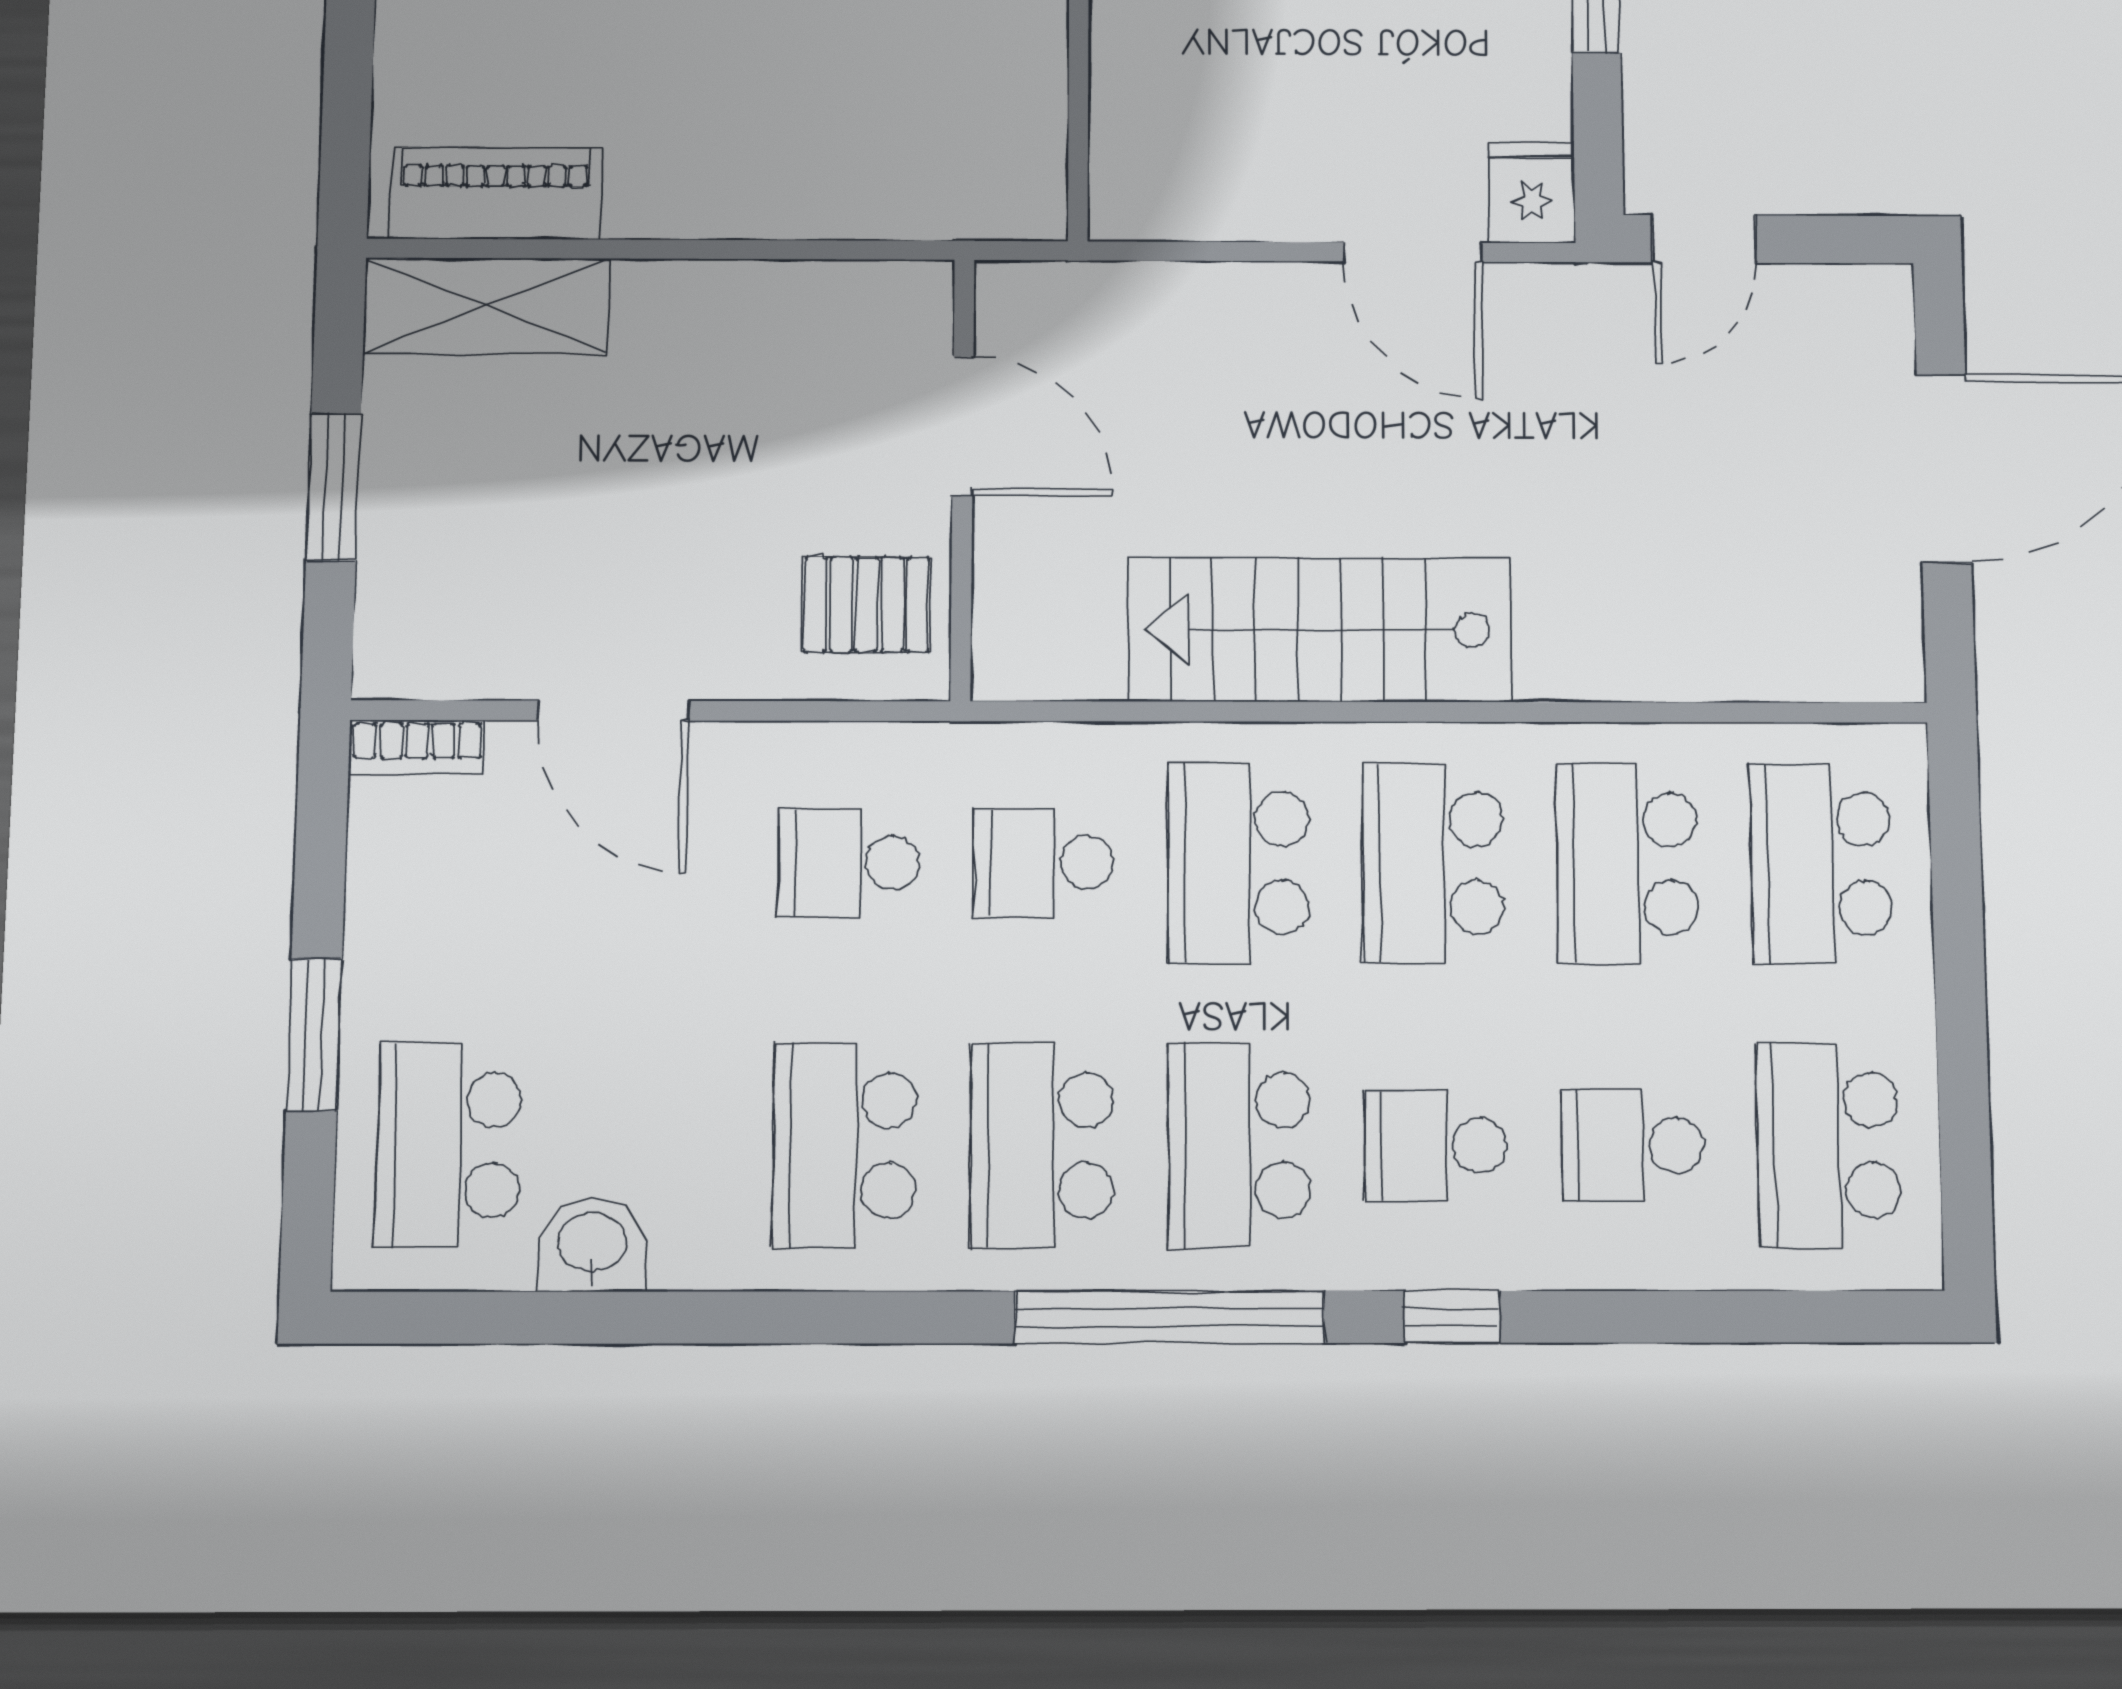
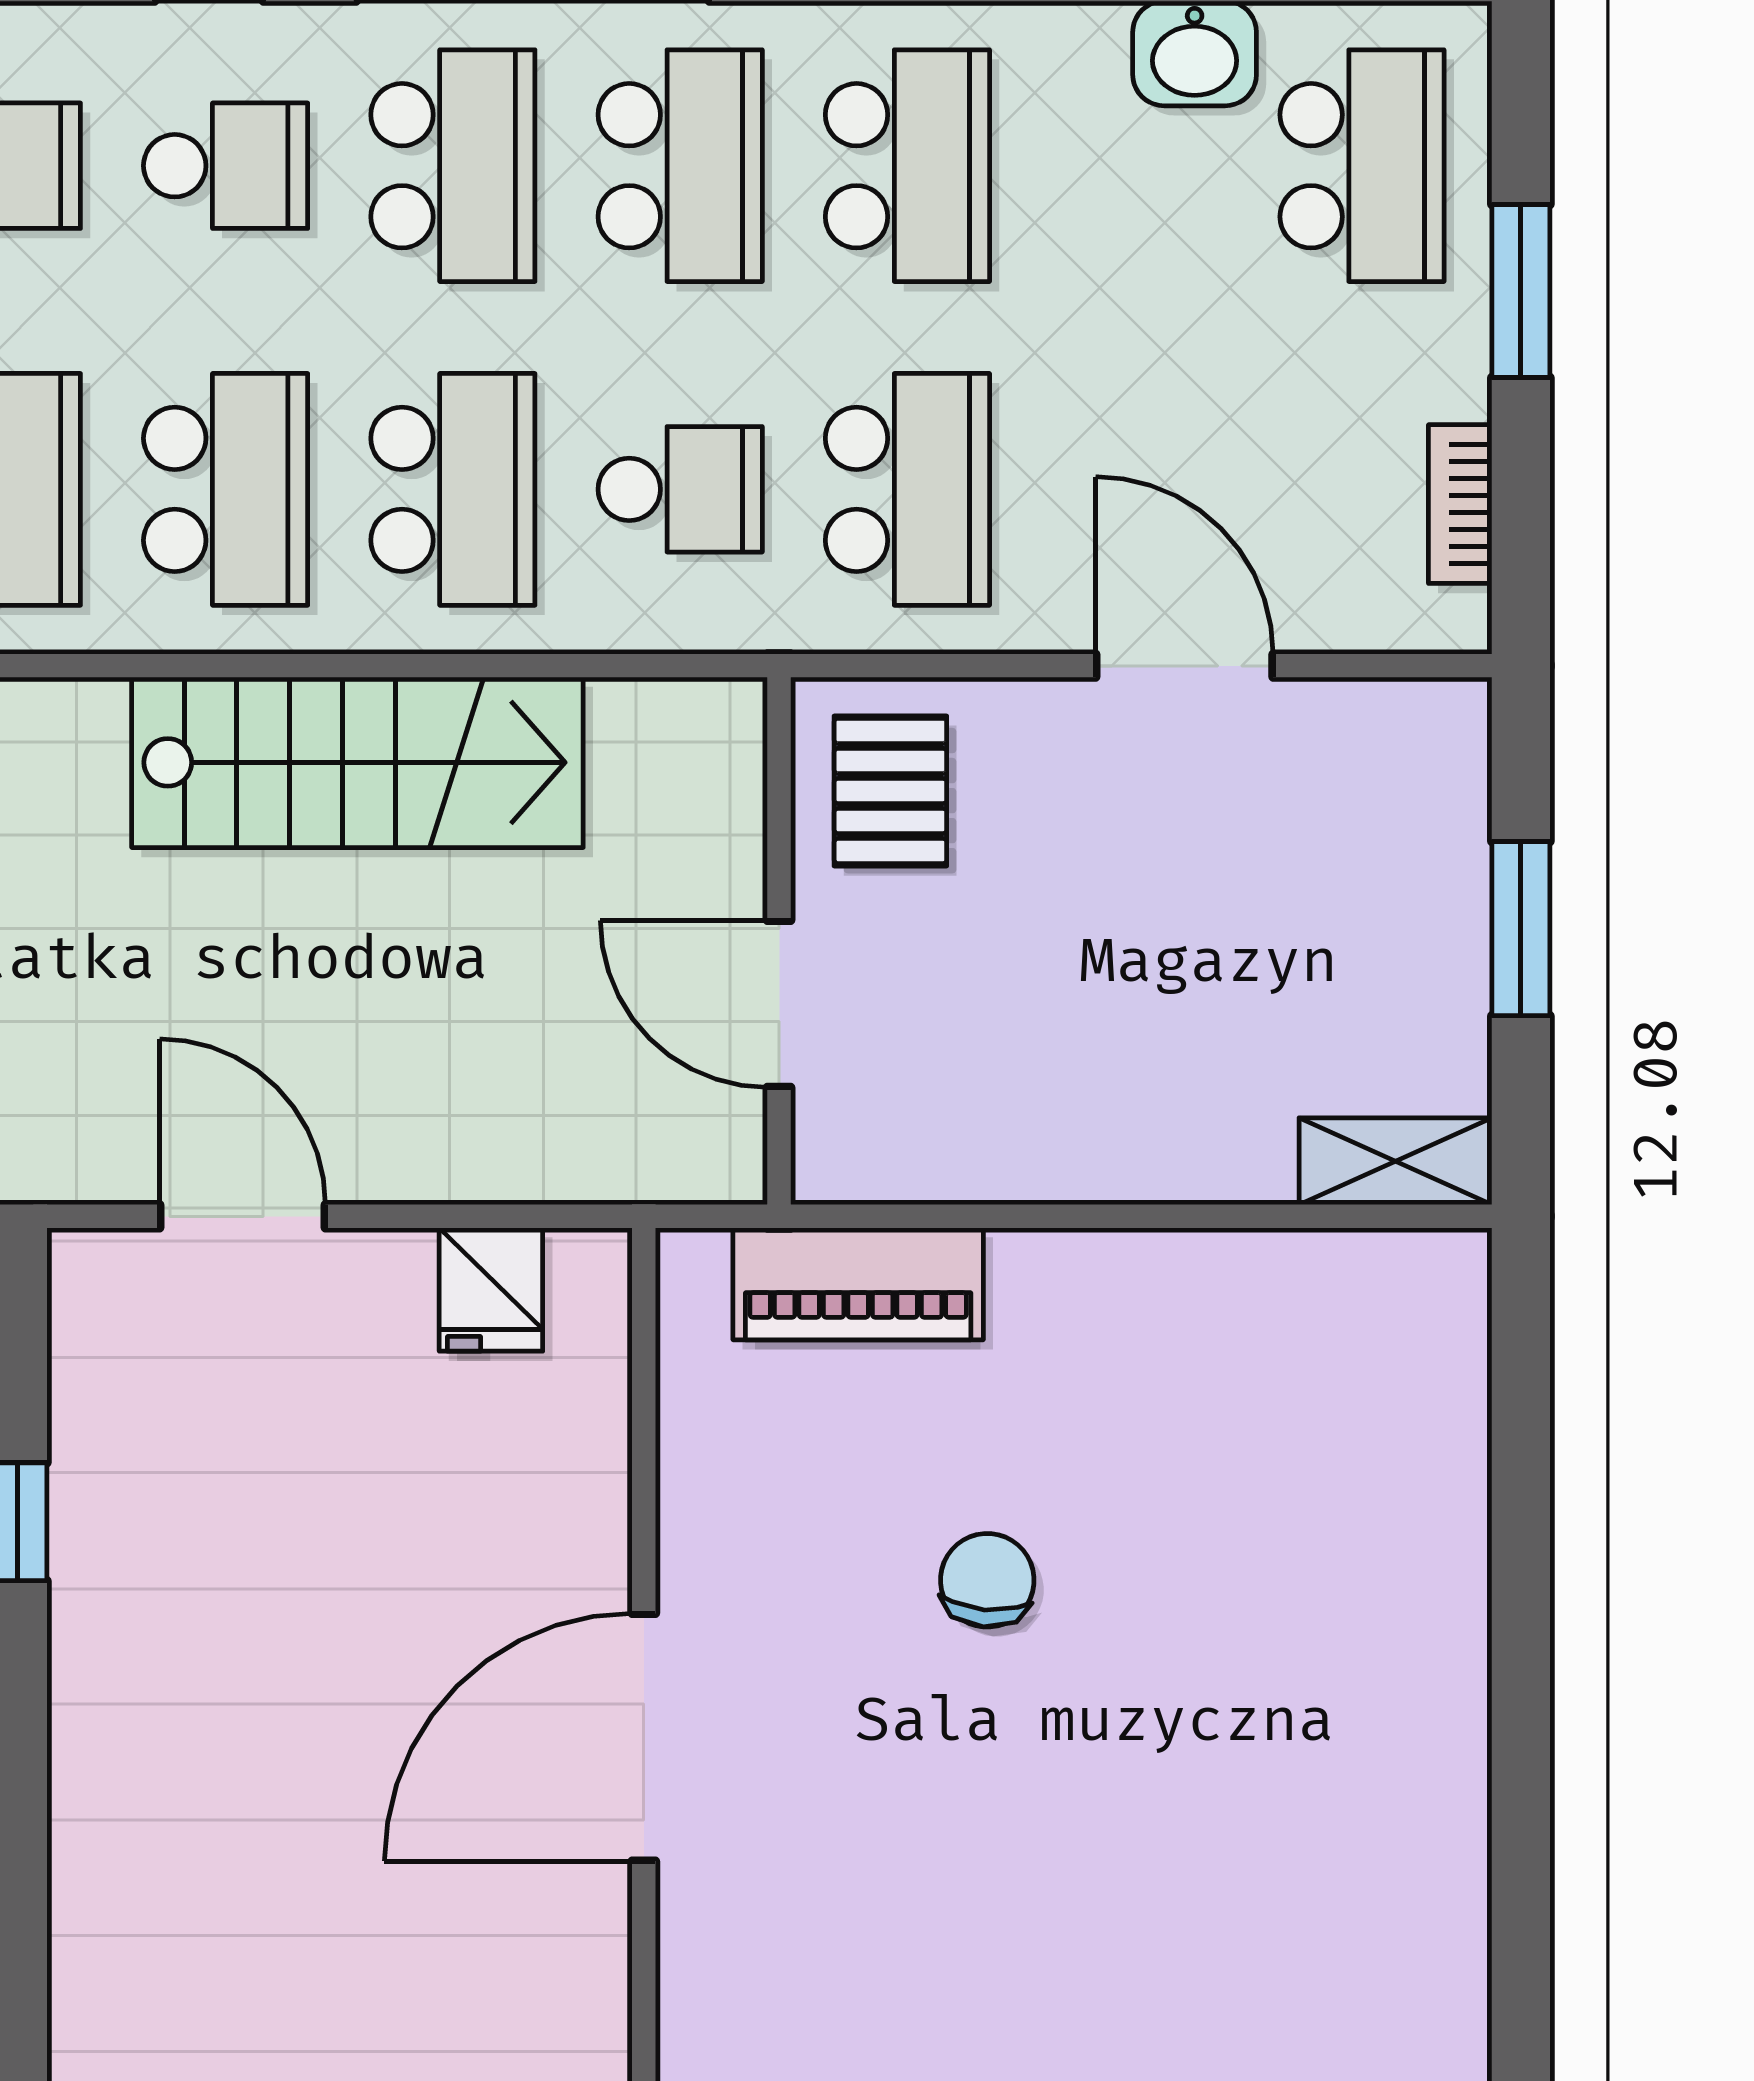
piano: (495, 193) -> (858, 1284), moved
fridge: (1532, 193) -> (491, 1290), moved
shelving: (486, 306) -> (1395, 1161), width x0.67, depth x0.75
pallet: (867, 604) -> (890, 791), turned 90
bookcase: (417, 747) -> (1460, 504), moved, turned -90
school desk: (848, 862) -> (907, 489), width x1.85

